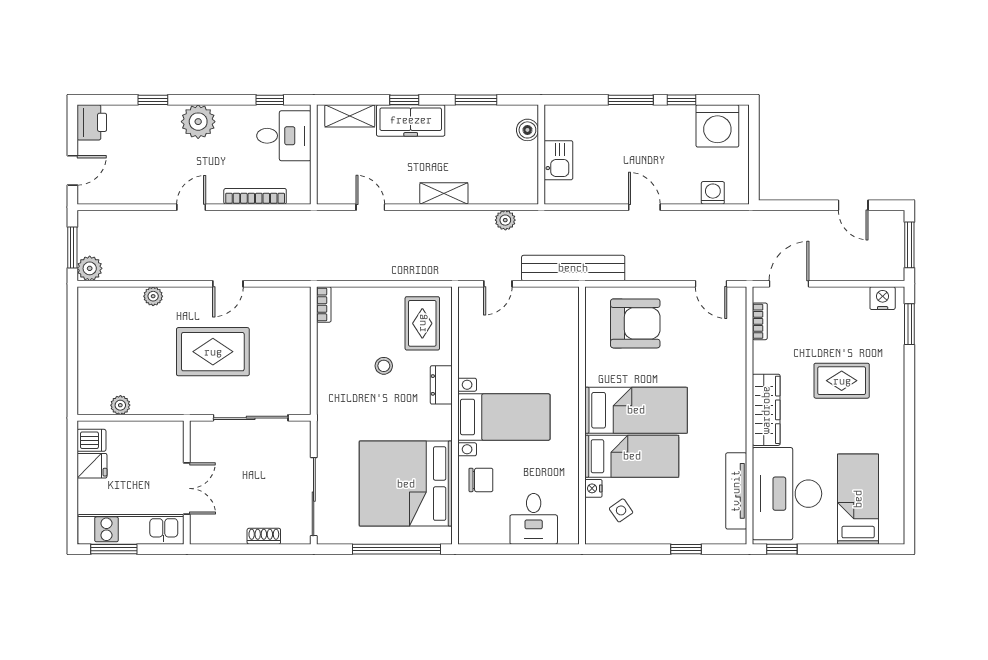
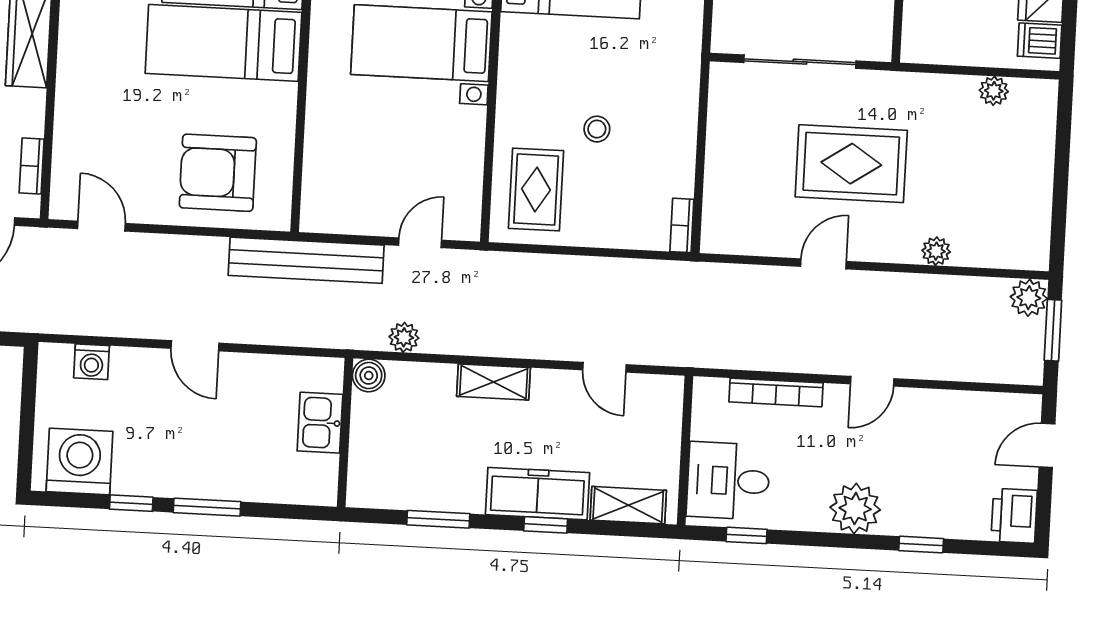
boiler: (527, 130) -> (369, 375), moved
dresser: (441, 385) -> (512, 96), removed

